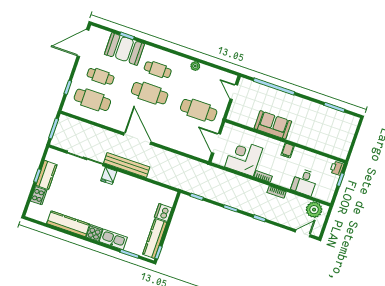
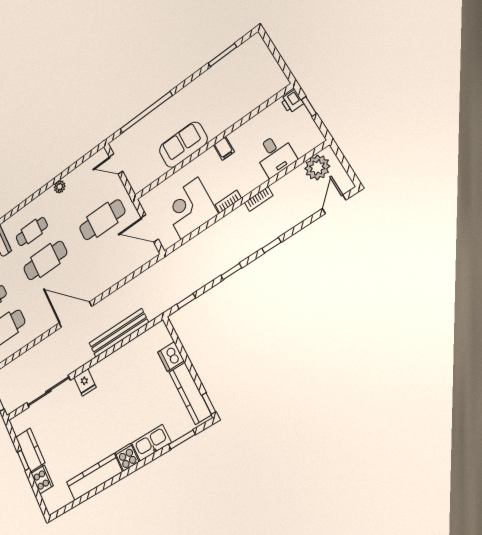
bench: (127, 165) -> (119, 333), moved

